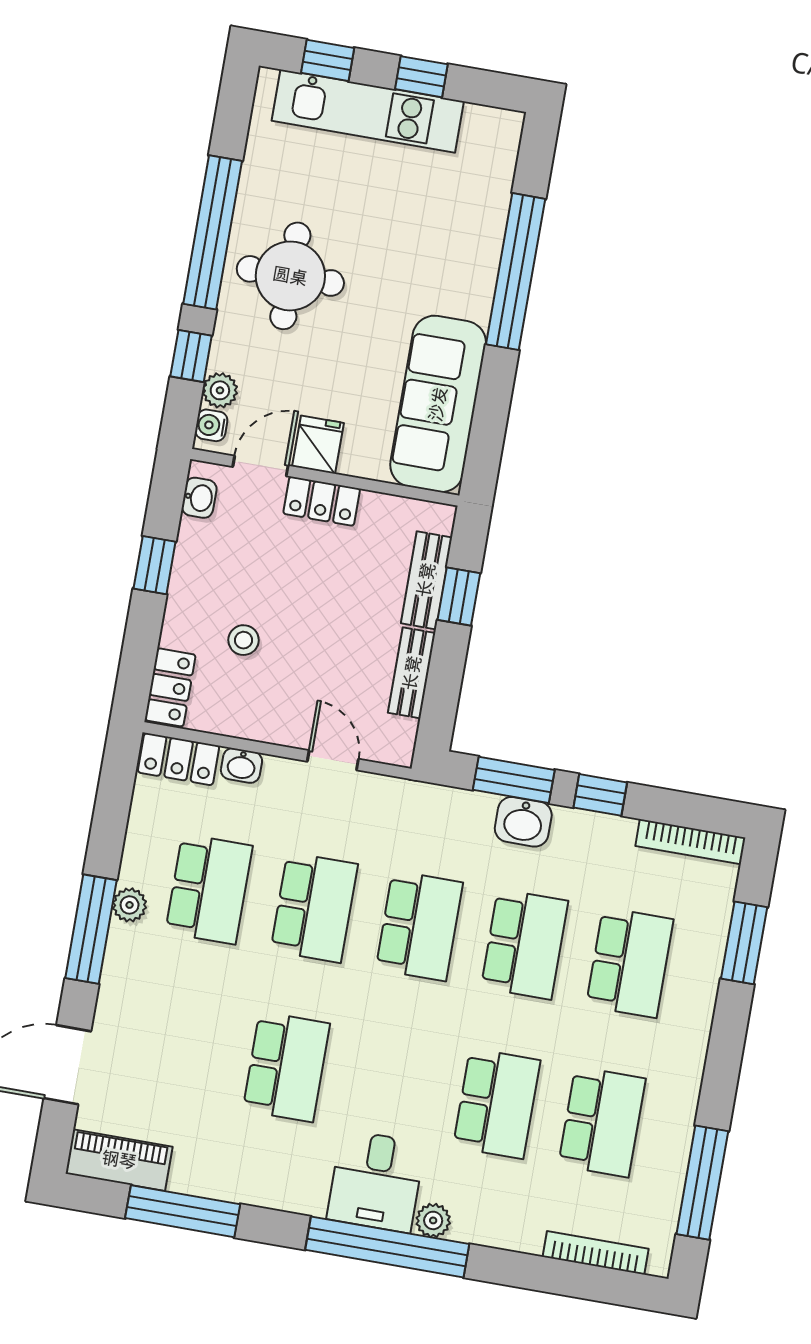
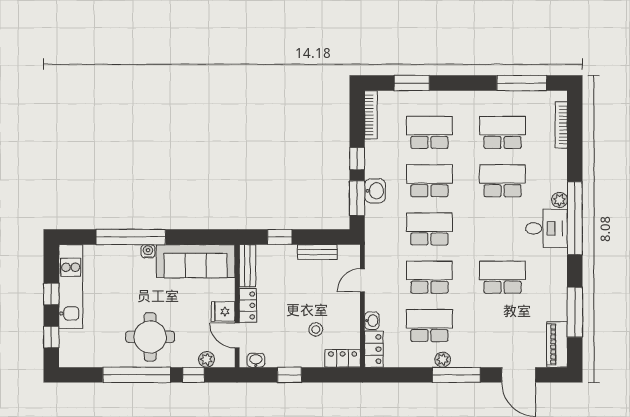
kitchen unit: (368, 111) -> (71, 287), moved
water cooler: (211, 425) -> (148, 251), moved, turned 180
bench: (426, 580) -> (247, 266), moved, turned 90

